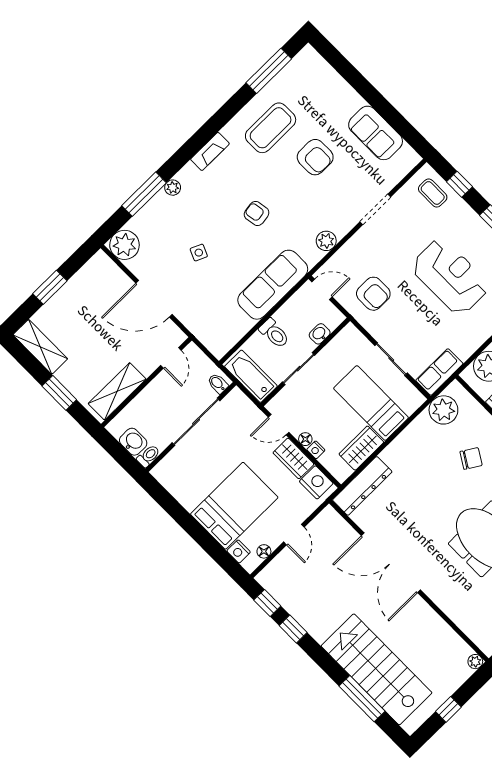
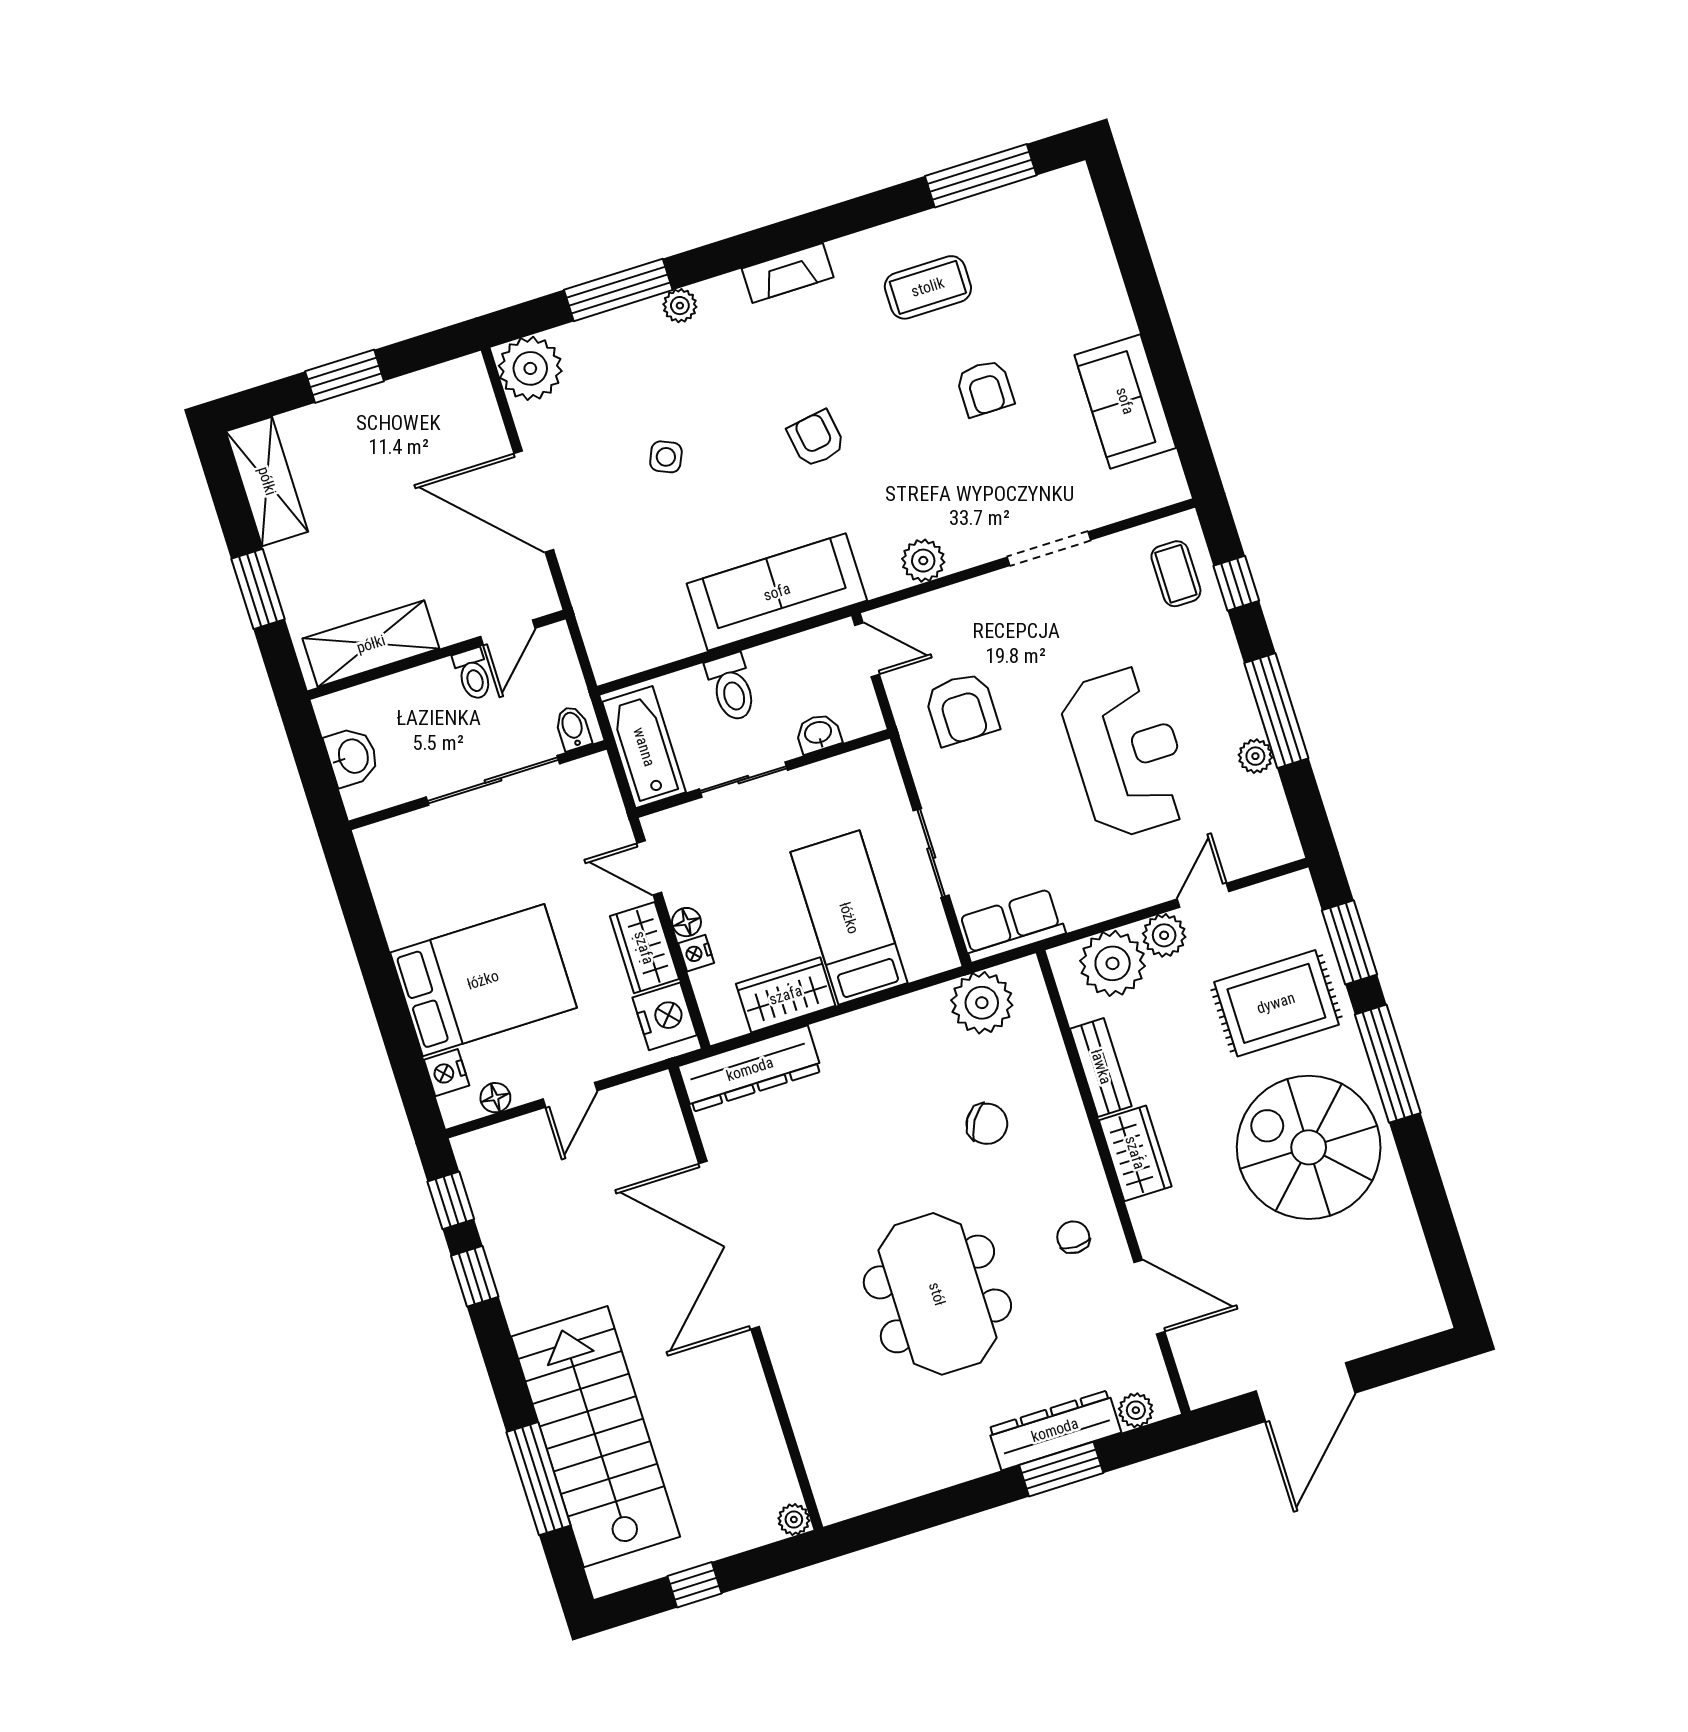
coffee table: (271, 128) -> (928, 287), width x0.73, depth x0.76
armchair: (315, 157) -> (985, 388), width x0.72, depth x0.72
toilet: (148, 456) -> (473, 674), moved, turned 90

